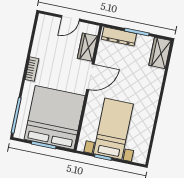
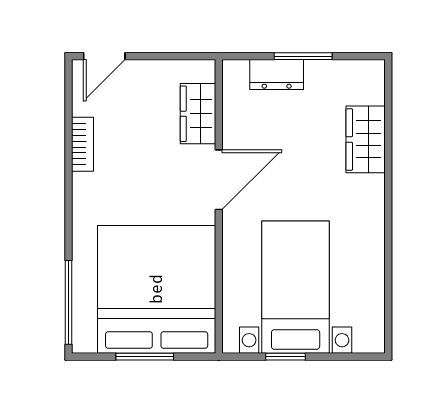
door: (70, 18) -> (104, 56), moved
dresser: (119, 36) -> (277, 74), width x0.70
wardrobe: (160, 53) -> (366, 139), moved
bookcase: (32, 69) -> (83, 144), moved

